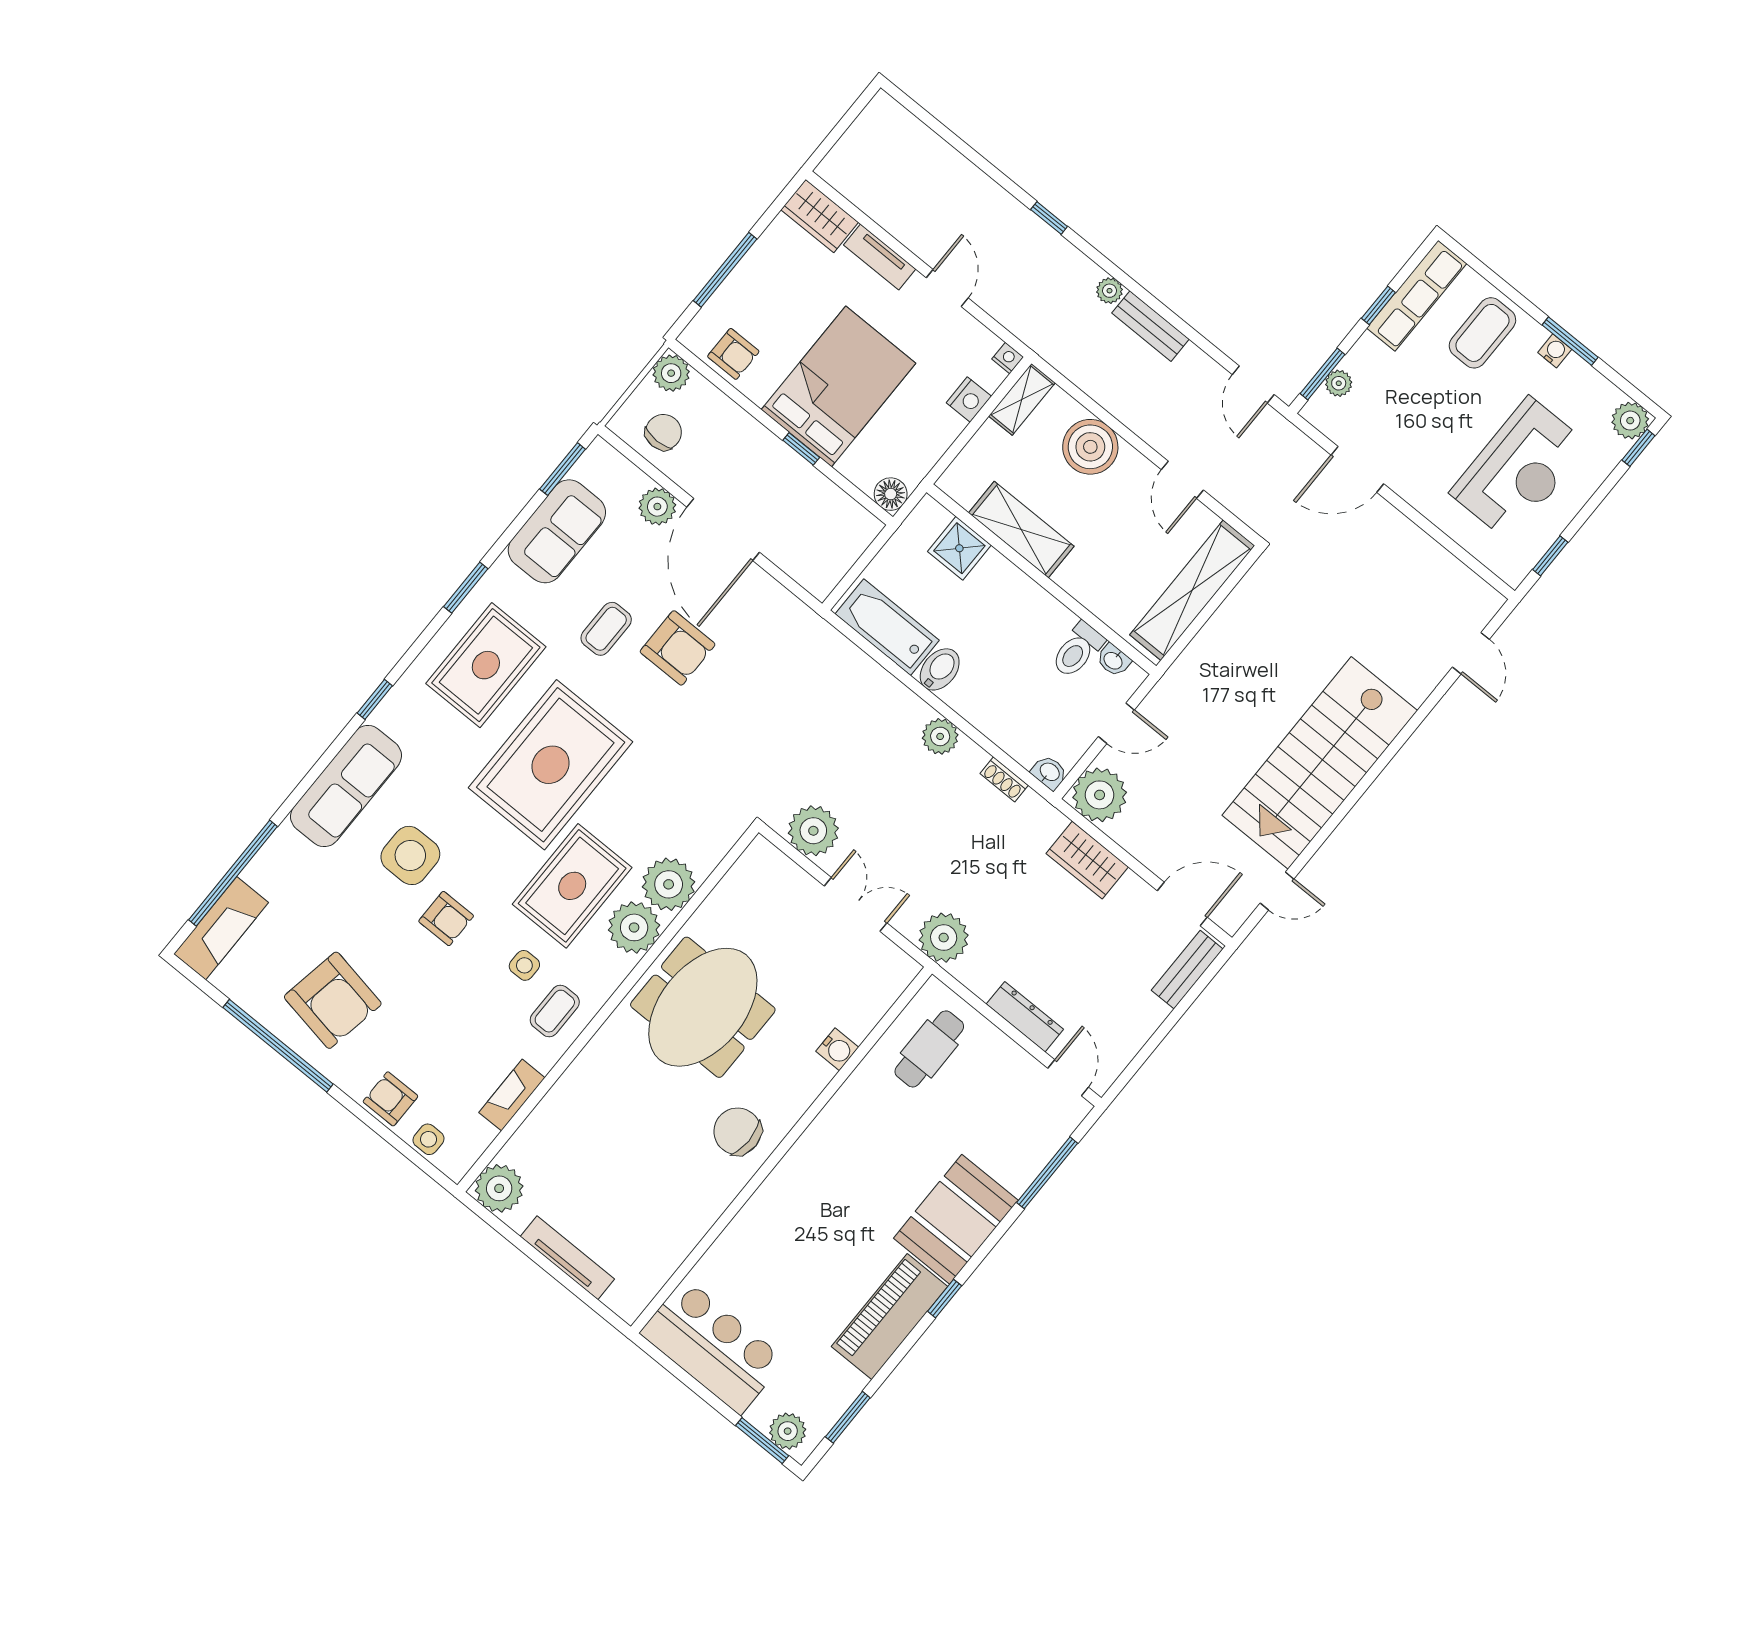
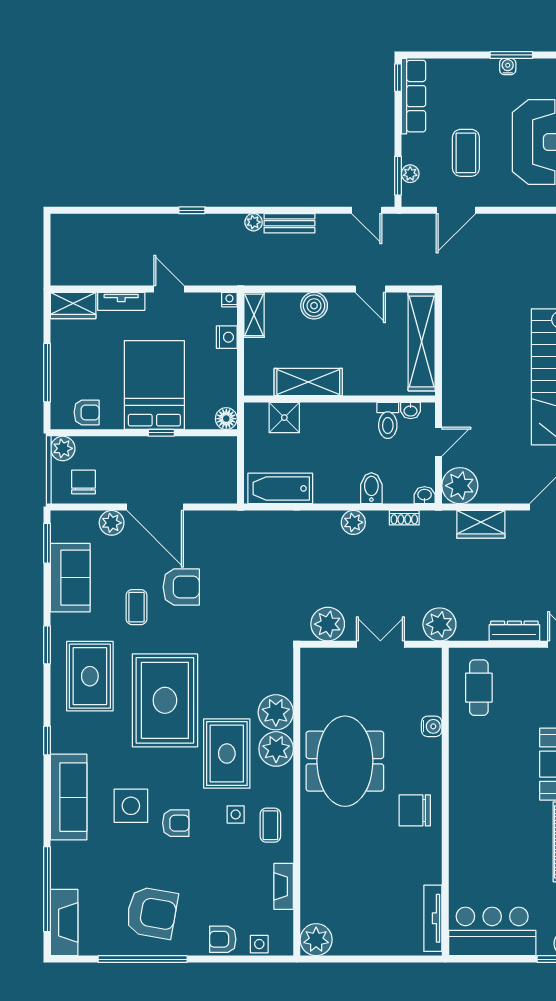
window: (1378, 305) -> (398, 78), moved
coffee table: (1482, 333) -> (466, 153), moved
boiler: (1090, 447) -> (314, 306), width x0.73, depth x0.73
bidet: (940, 669) -> (371, 488), moved
tv unit: (567, 1258) -> (433, 918), moved, turned -90

